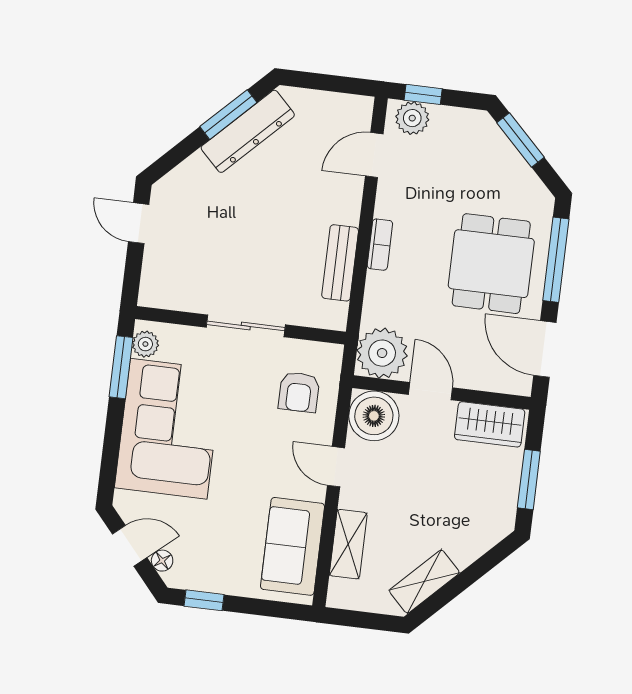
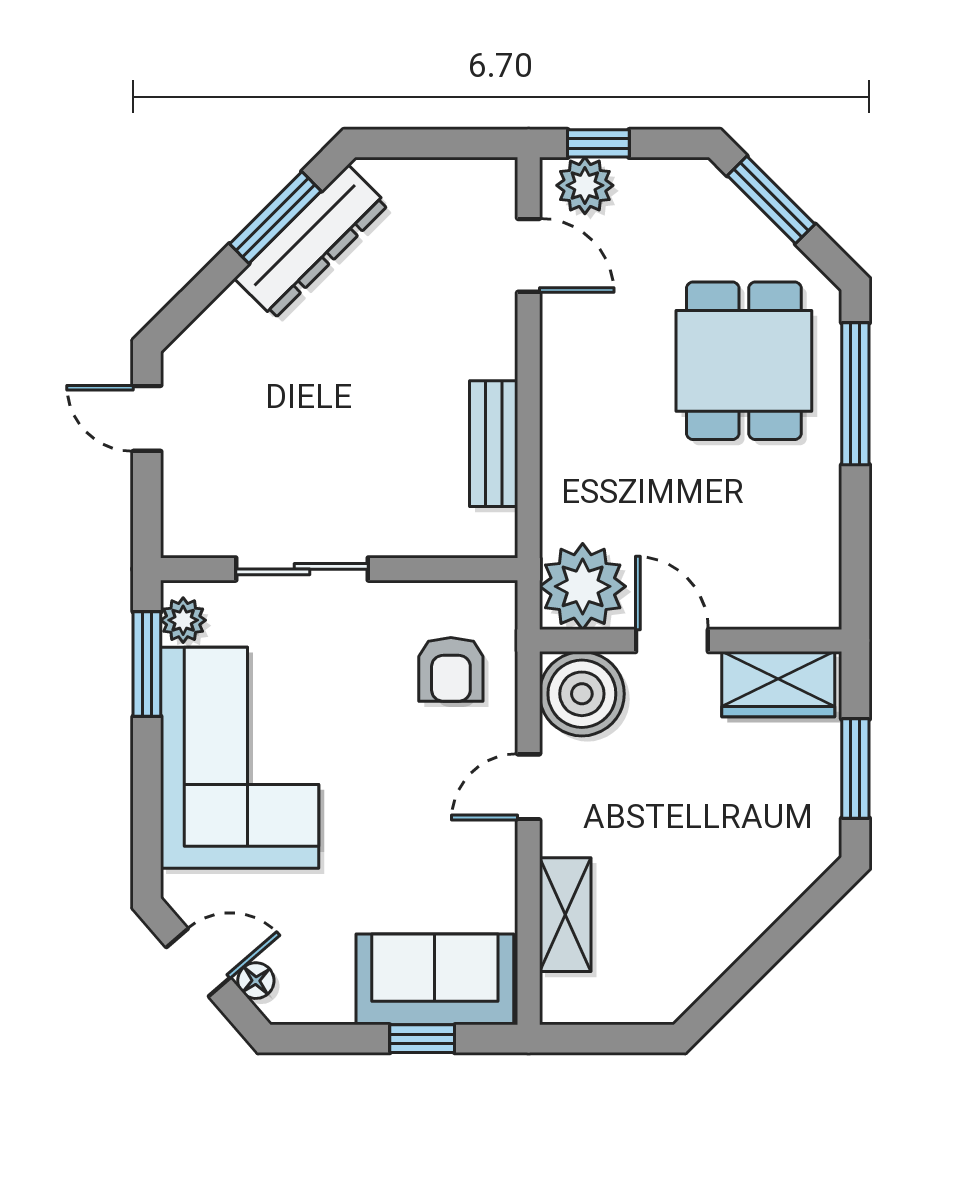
door: (374, 155) -> (529, 255), swing flipped
bookcase: (380, 245) -> (557, 405), removed
dining table: (491, 264) -> (744, 361), moved
sliding door: (246, 326) -> (302, 569), moved
door: (545, 349) -> (855, 546), removed
door: (336, 467) -> (529, 787), hinge flipped
sofa: (293, 546) -> (435, 979), moved, turned 90
shelving: (424, 582) -> (701, 962), removed
window: (204, 600) -> (422, 1039), moved

